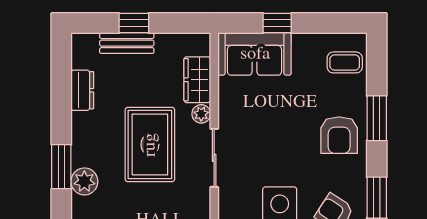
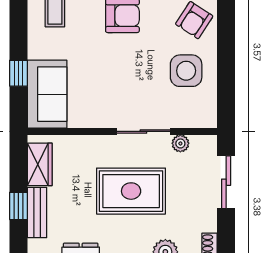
wardrobe: (197, 80) -> (40, 164), moved, turned -90
plant: (201, 114) -> (180, 143), moved

